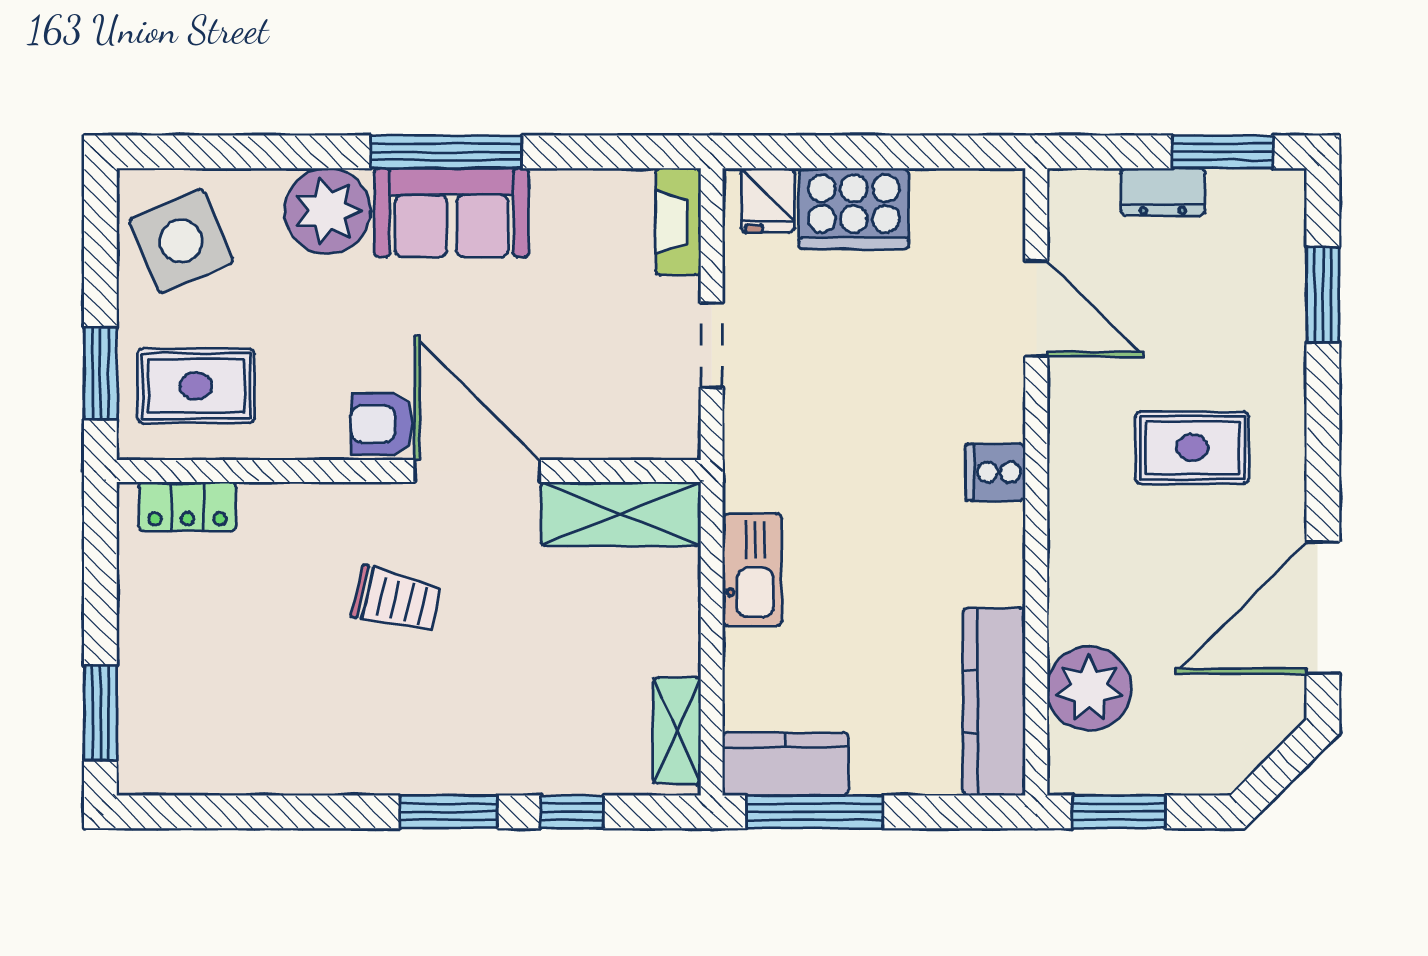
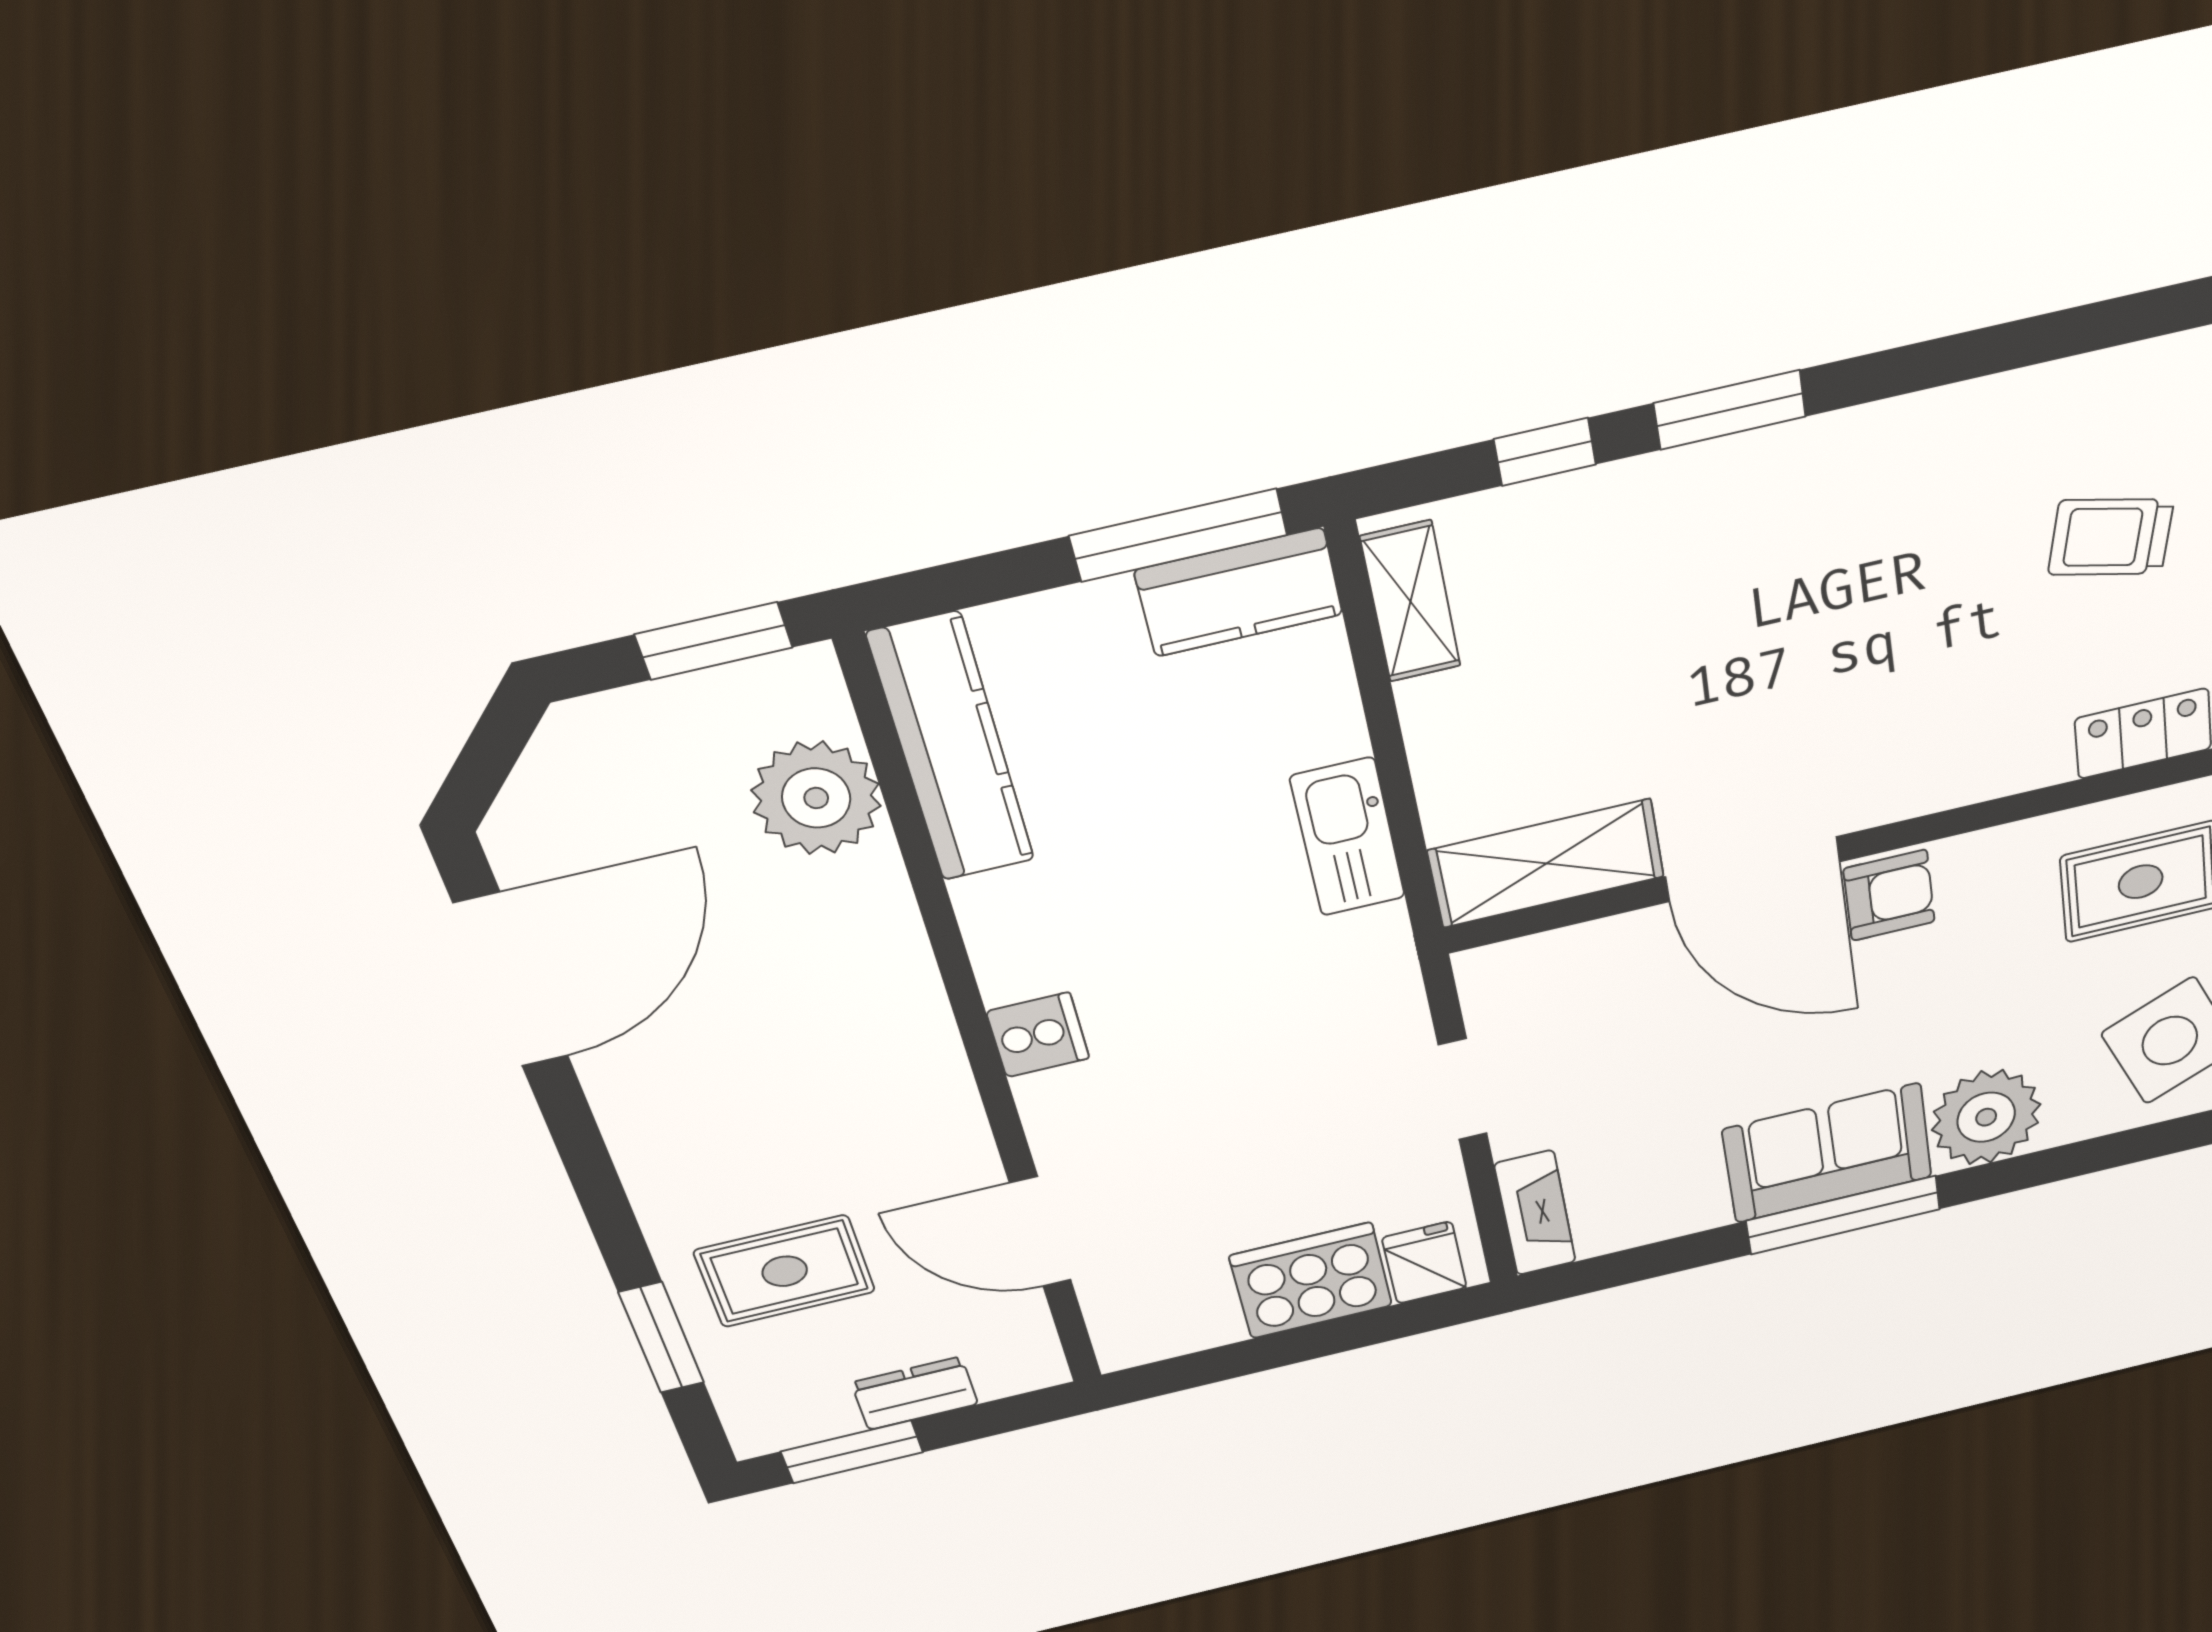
rug: (1192, 448) -> (785, 1271), moved
trolley: (396, 600) -> (2111, 537), moved

